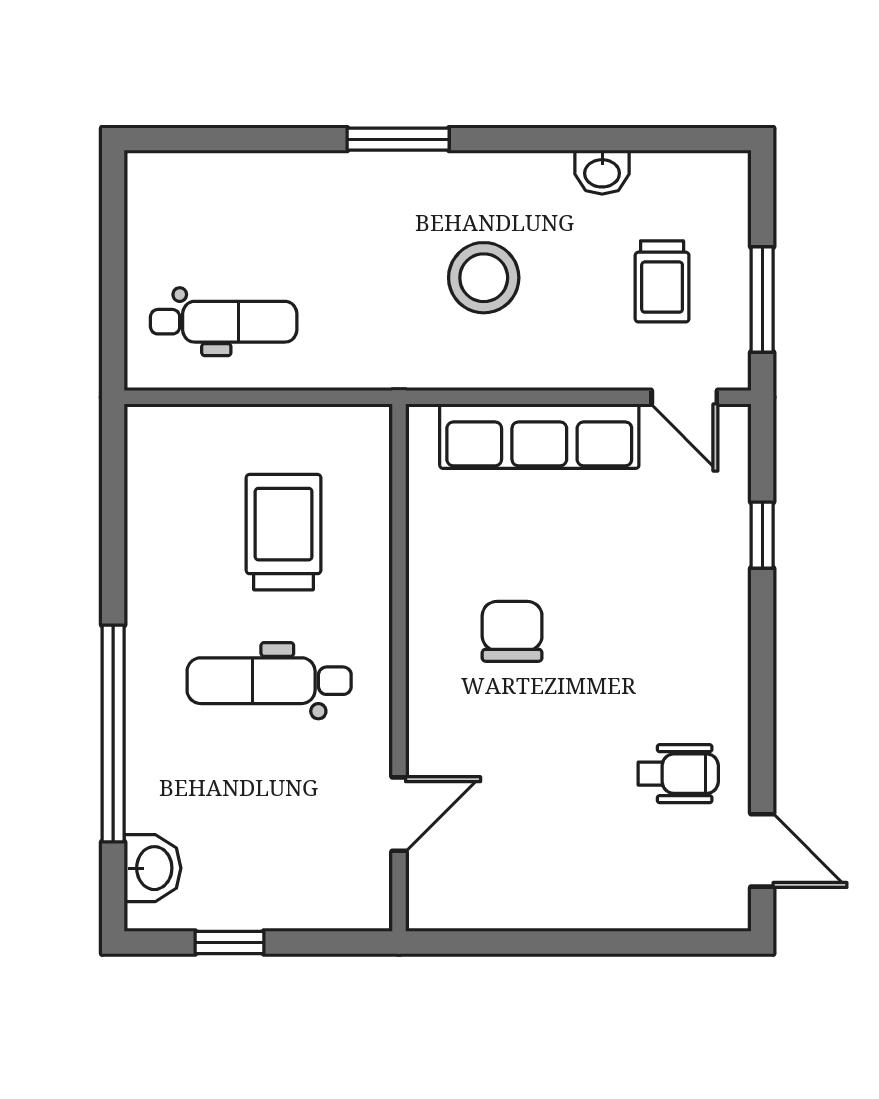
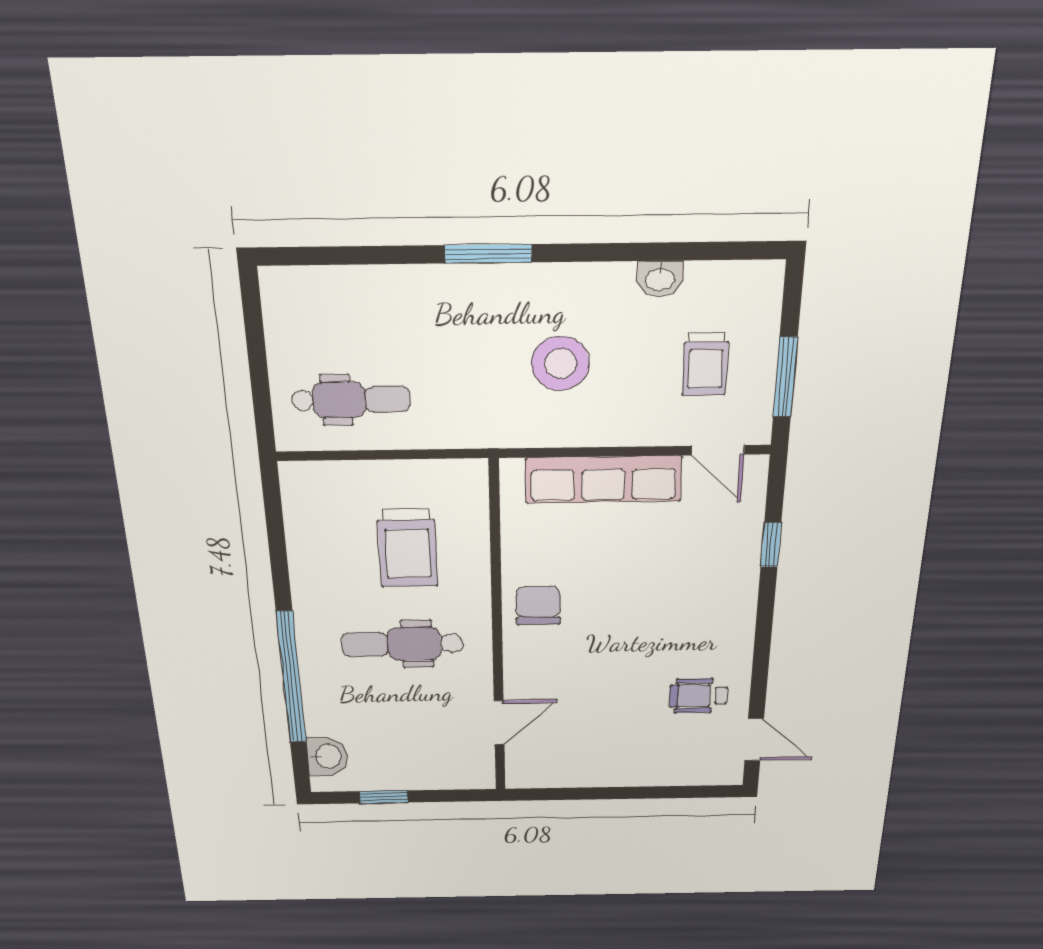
trolley: (284, 532) -> (408, 548), turned 180
chair: (512, 631) -> (538, 606), moved
wheelchair: (678, 774) -> (698, 696), turned 180

